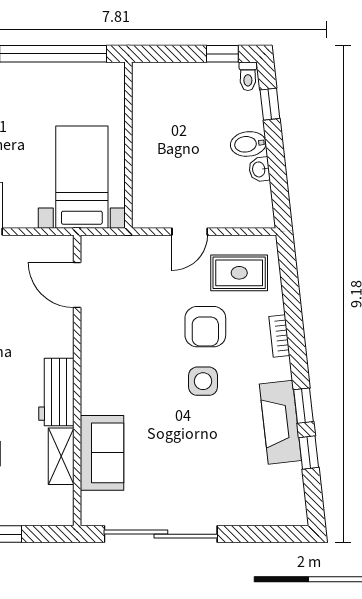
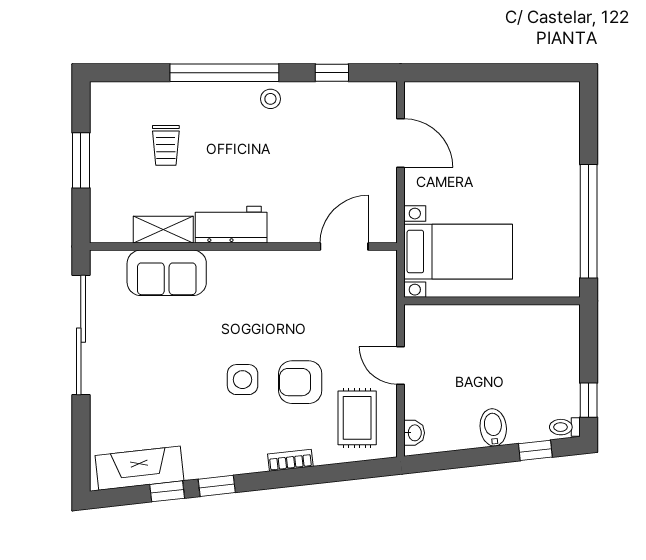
washbasin: (259, 169) -> (414, 433), moved, turned 96
fireplace: (280, 422) -> (140, 468), moved

